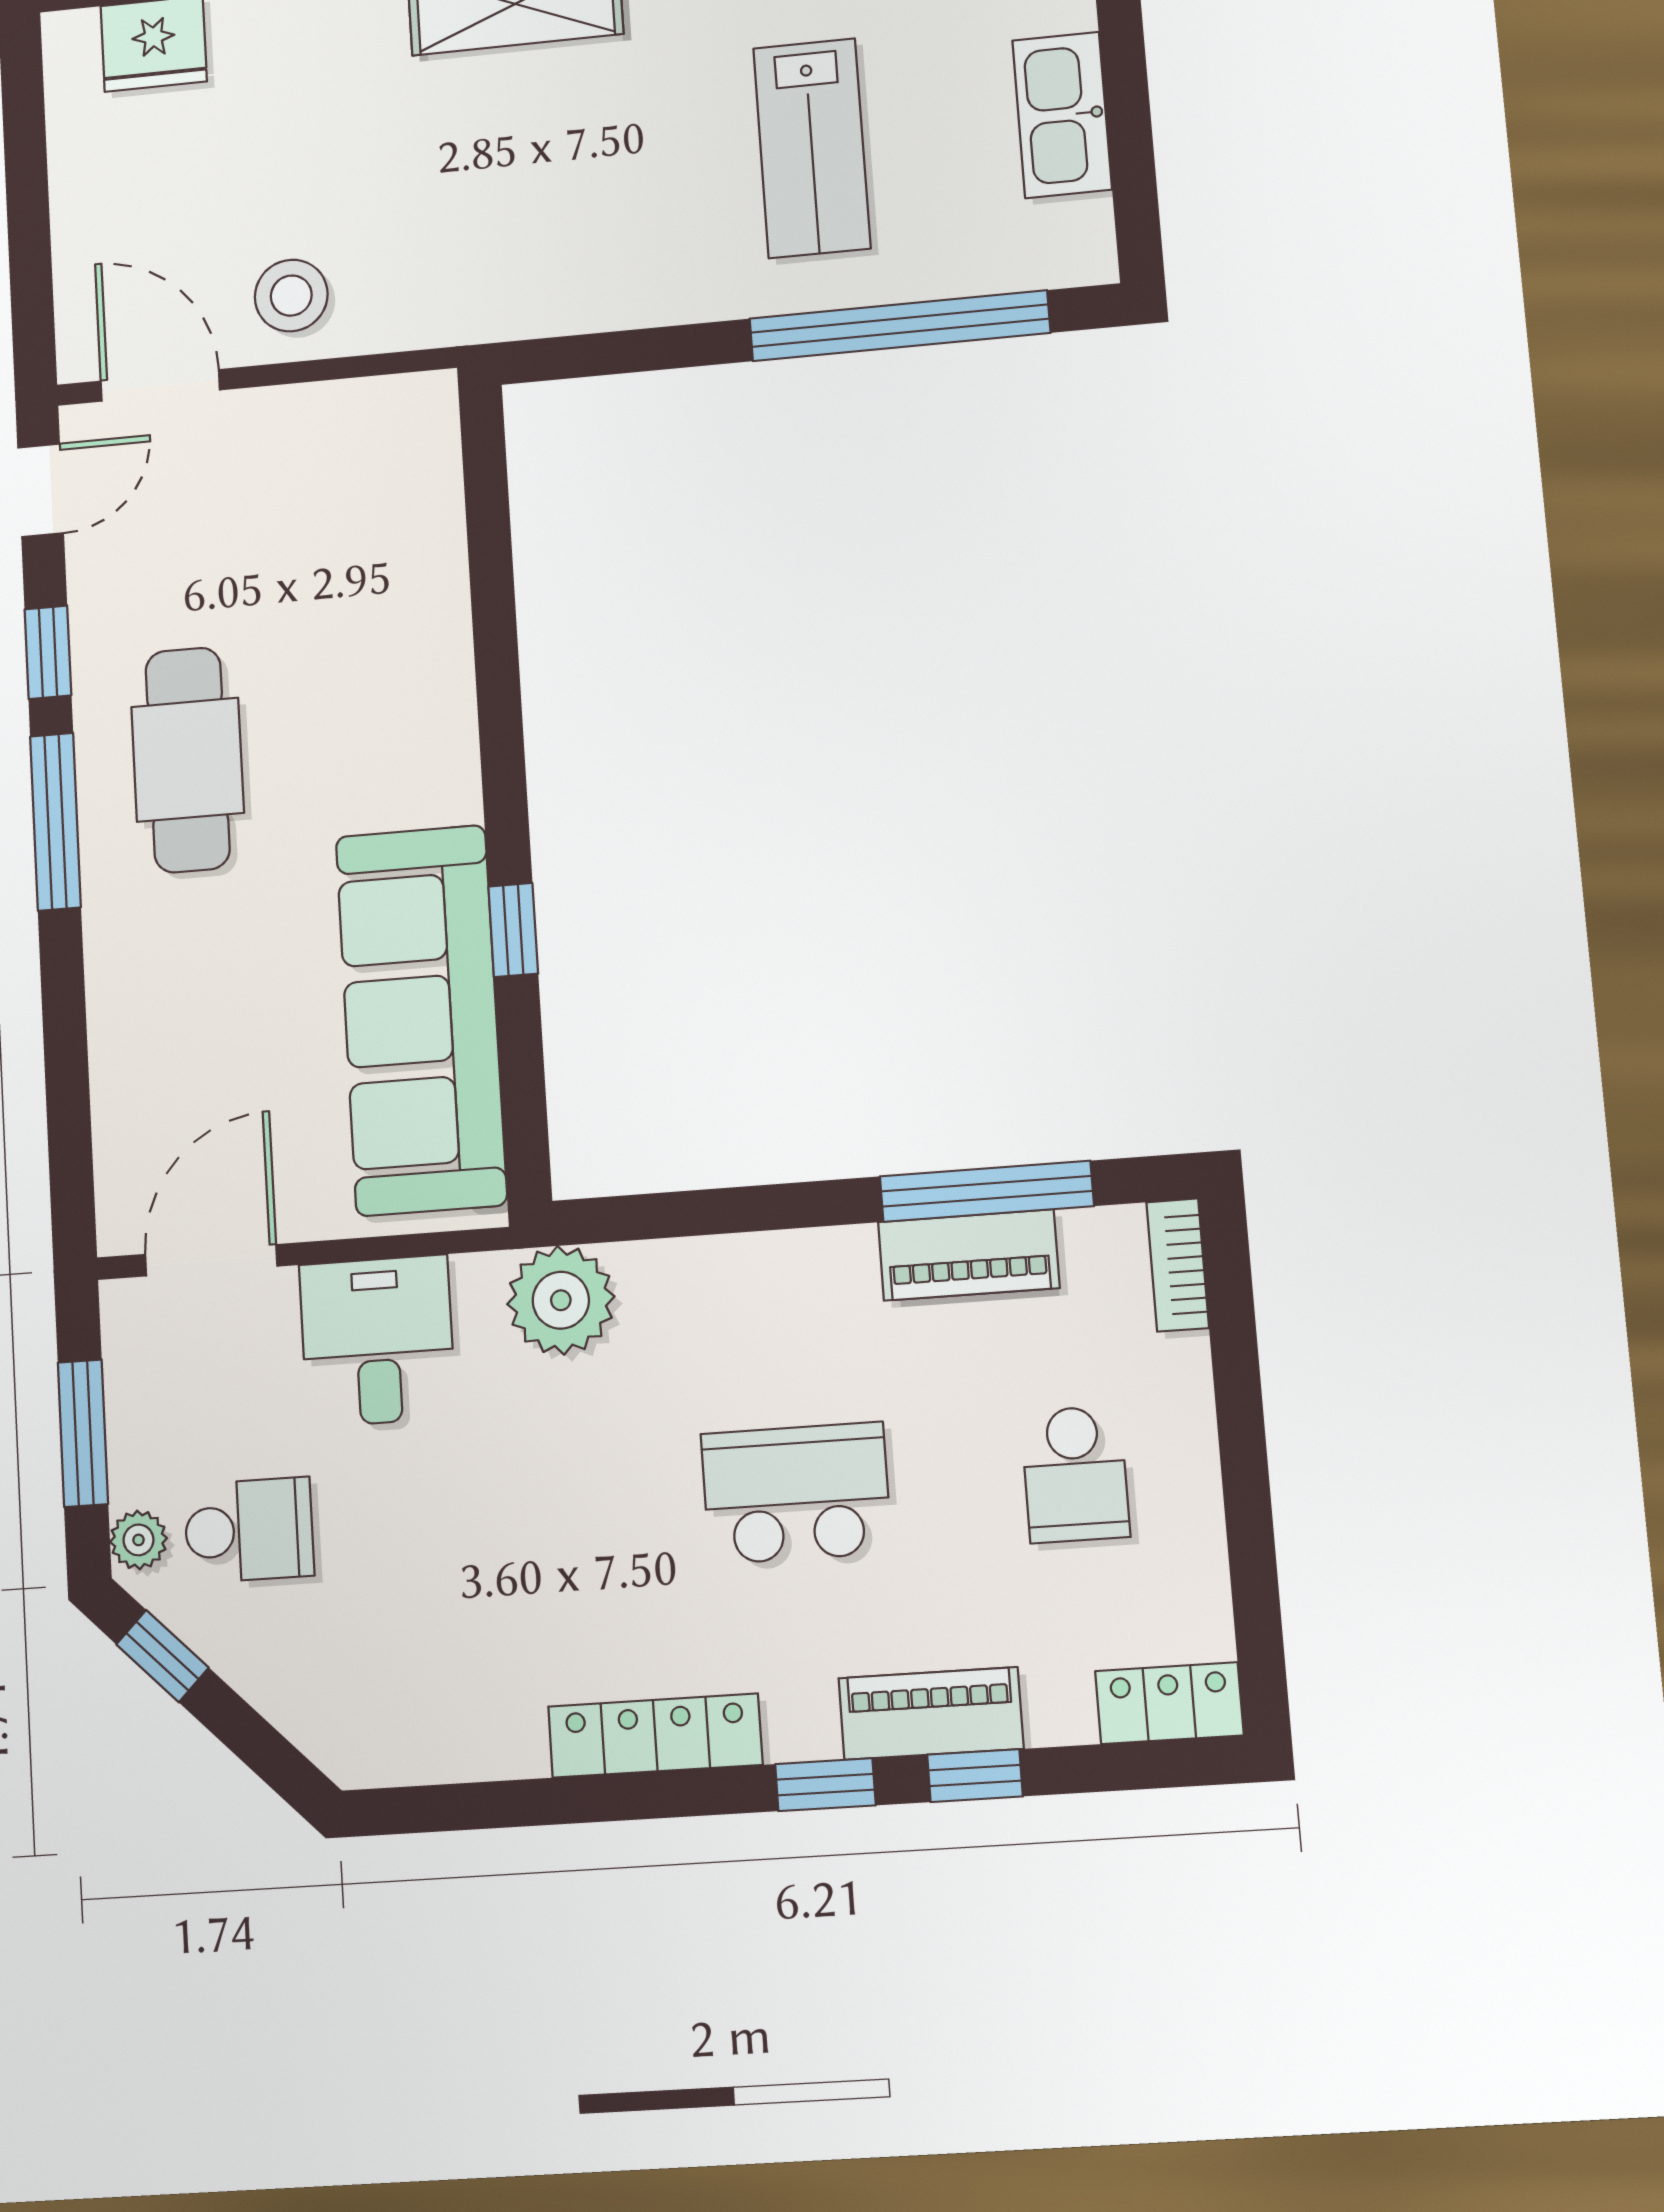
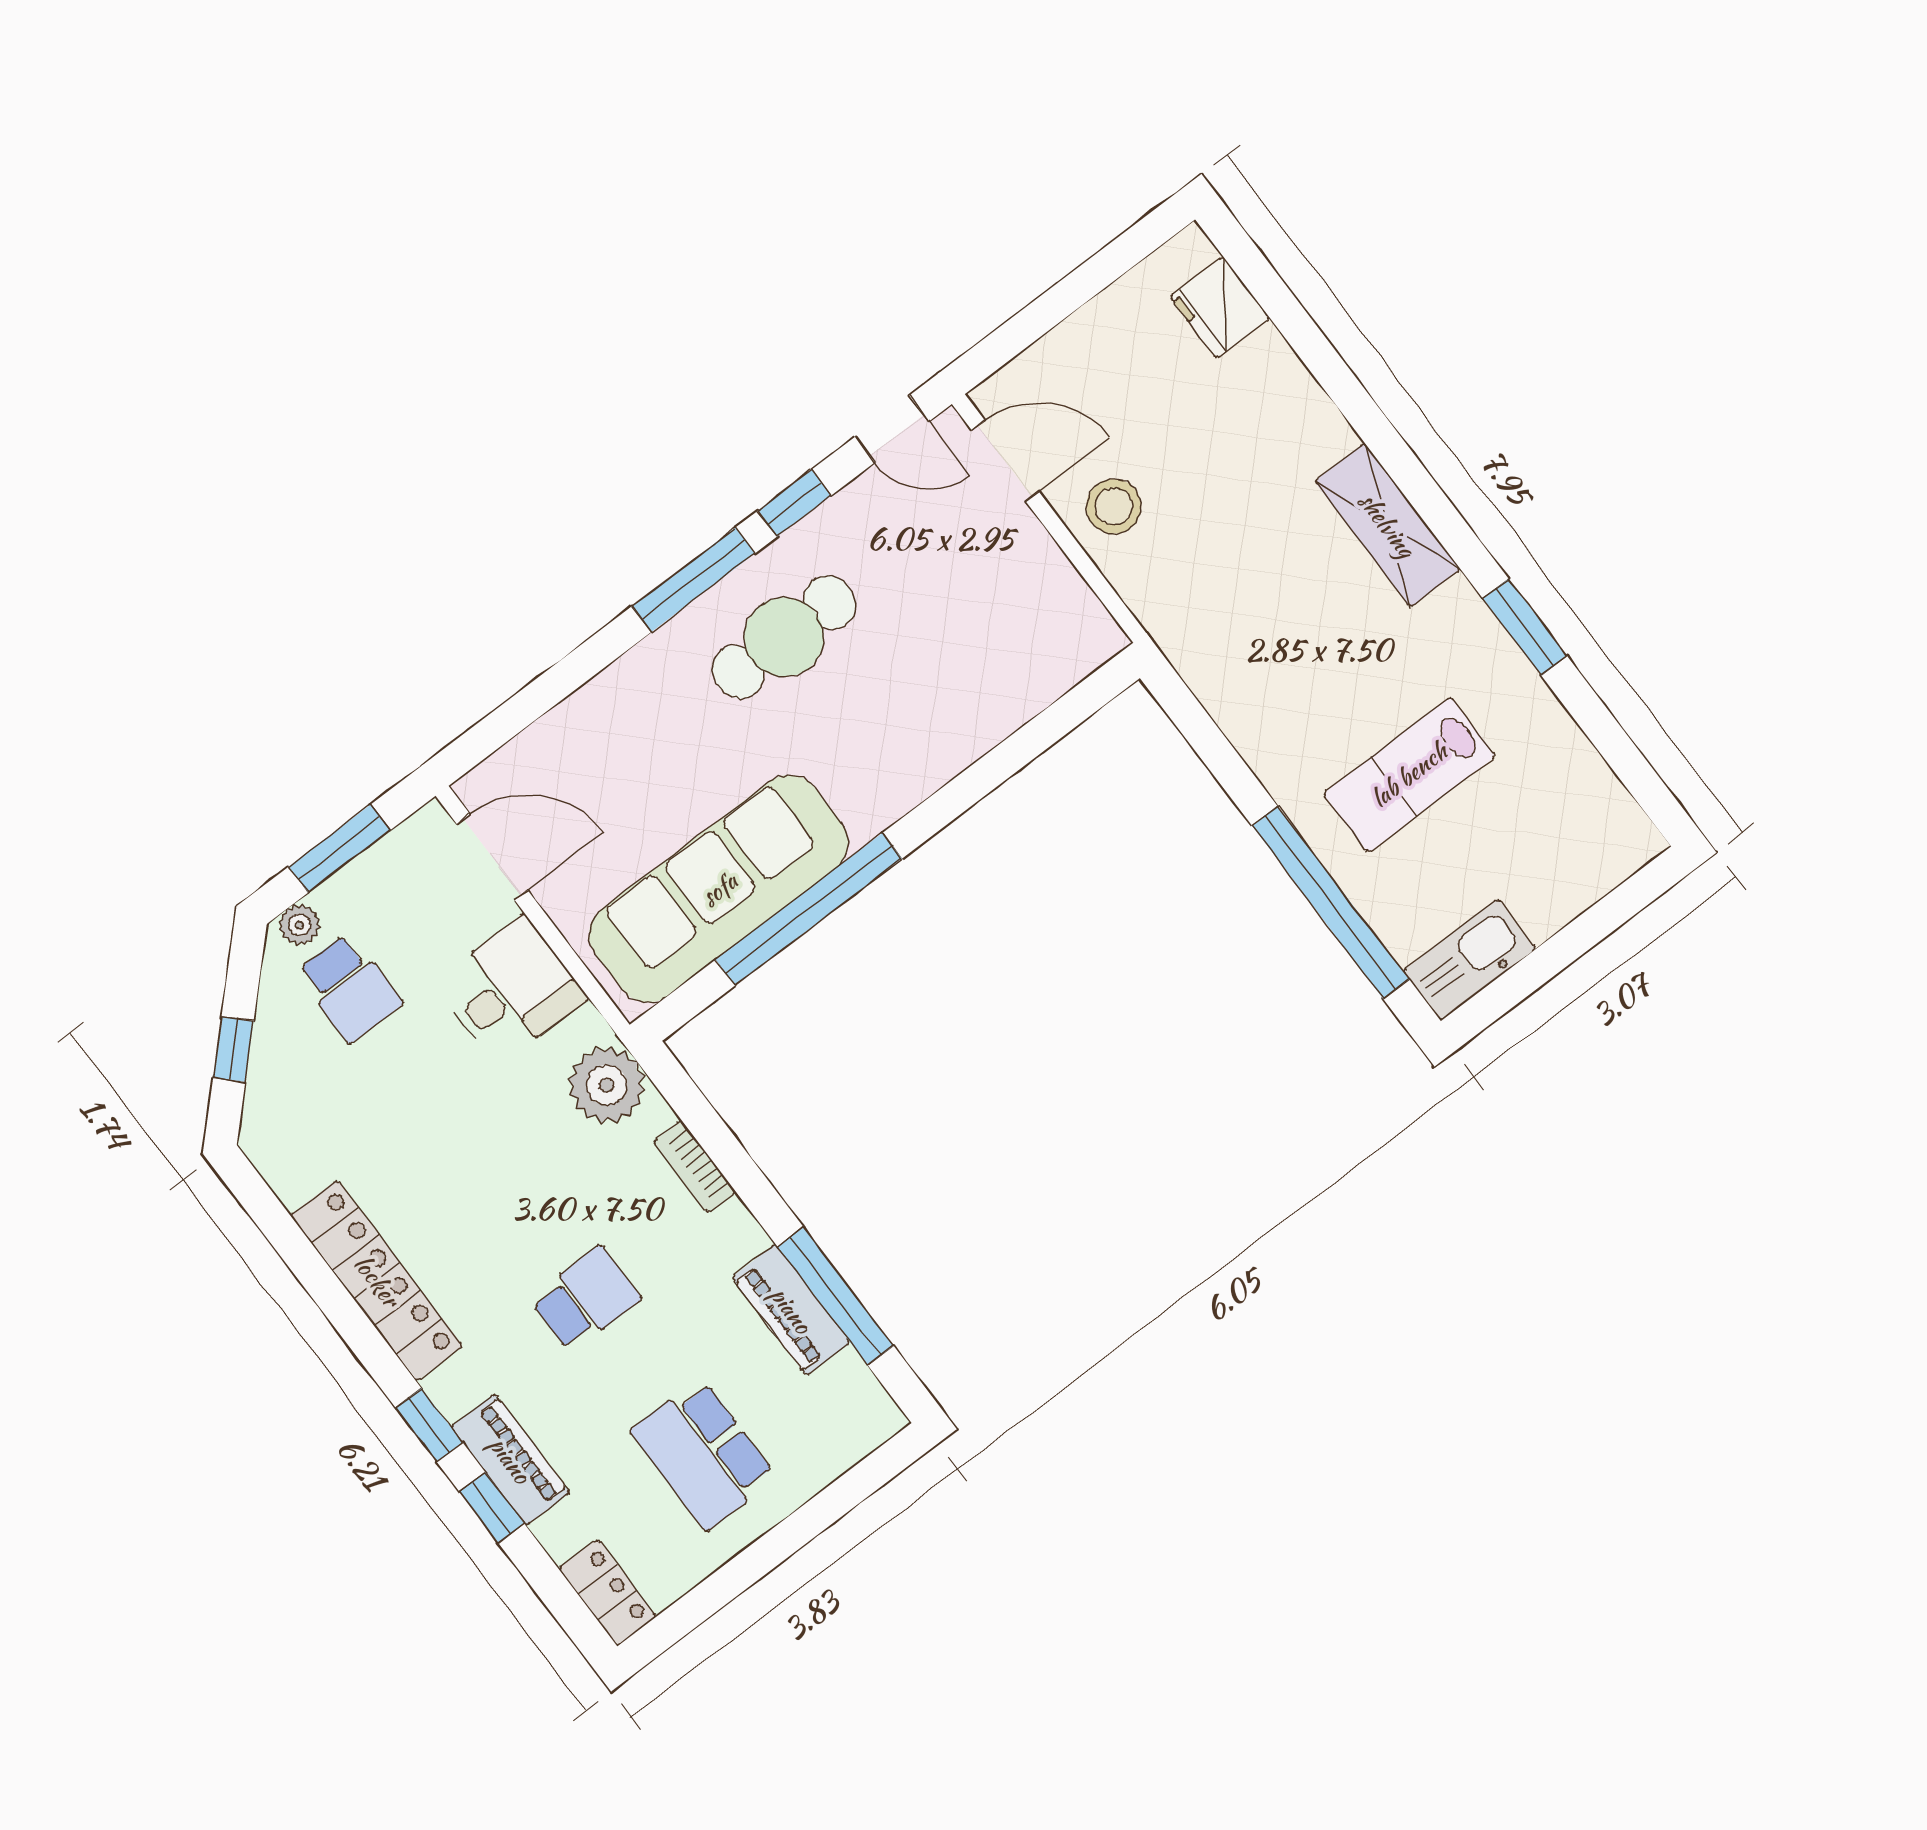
kitchen sink: (1062, 115) -> (1469, 960), moved
door: (160, 385) -> (1005, 461), hinge flipped
window: (513, 930) -> (809, 909), width x3.17
bookcase: (1178, 1265) -> (694, 1166), moved, turned -90
school desk: (1075, 1474) -> (703, 1454), width x1.85
school desk: (796, 1493) -> (585, 1299), width x0.54
window: (162, 1656) -> (233, 1049), moved
locker: (655, 1736) -> (377, 1281), width x1.41, depth x1.21

